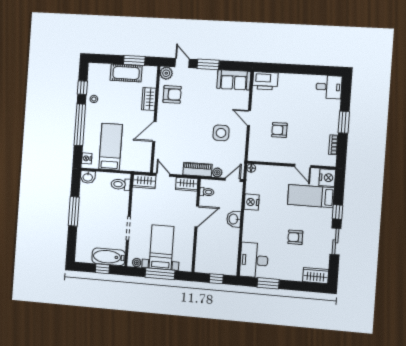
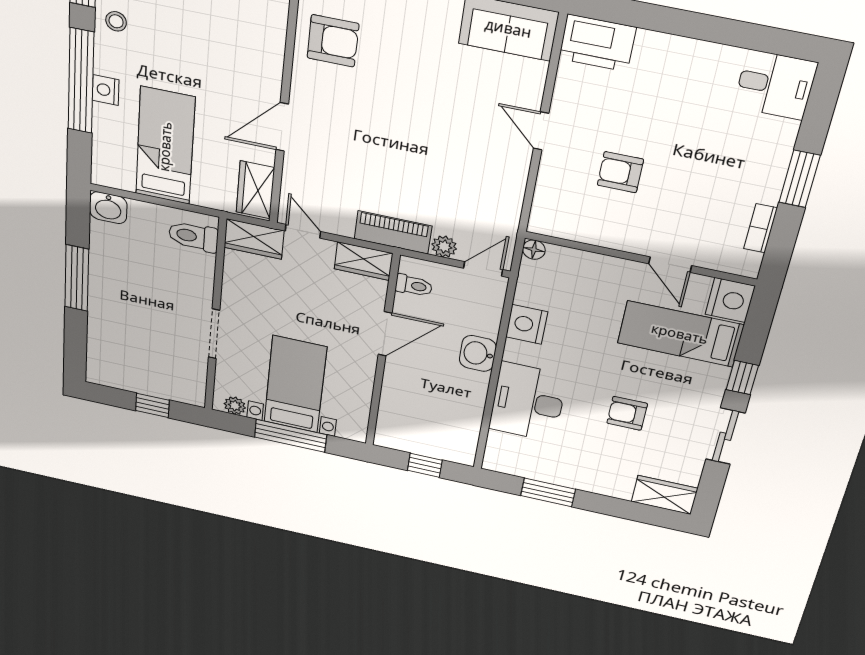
wardrobe: (149, 99) -> (255, 190), moved
side table: (221, 133) -> (461, 156), removed
nightstand: (87, 158) -> (106, 90), moved
bathtub: (109, 257) -> (167, 384), removed
desk: (254, 260) -> (528, 402), moved

